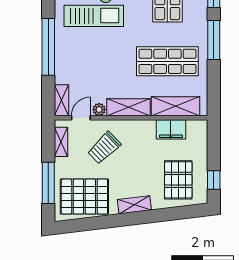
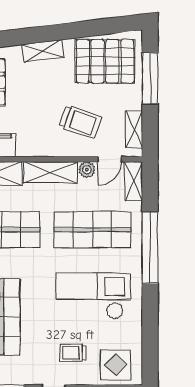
shop shelf: (95, 61) -> (92, 230), added
trolley: (104, 148) -> (80, 122), turned 64

